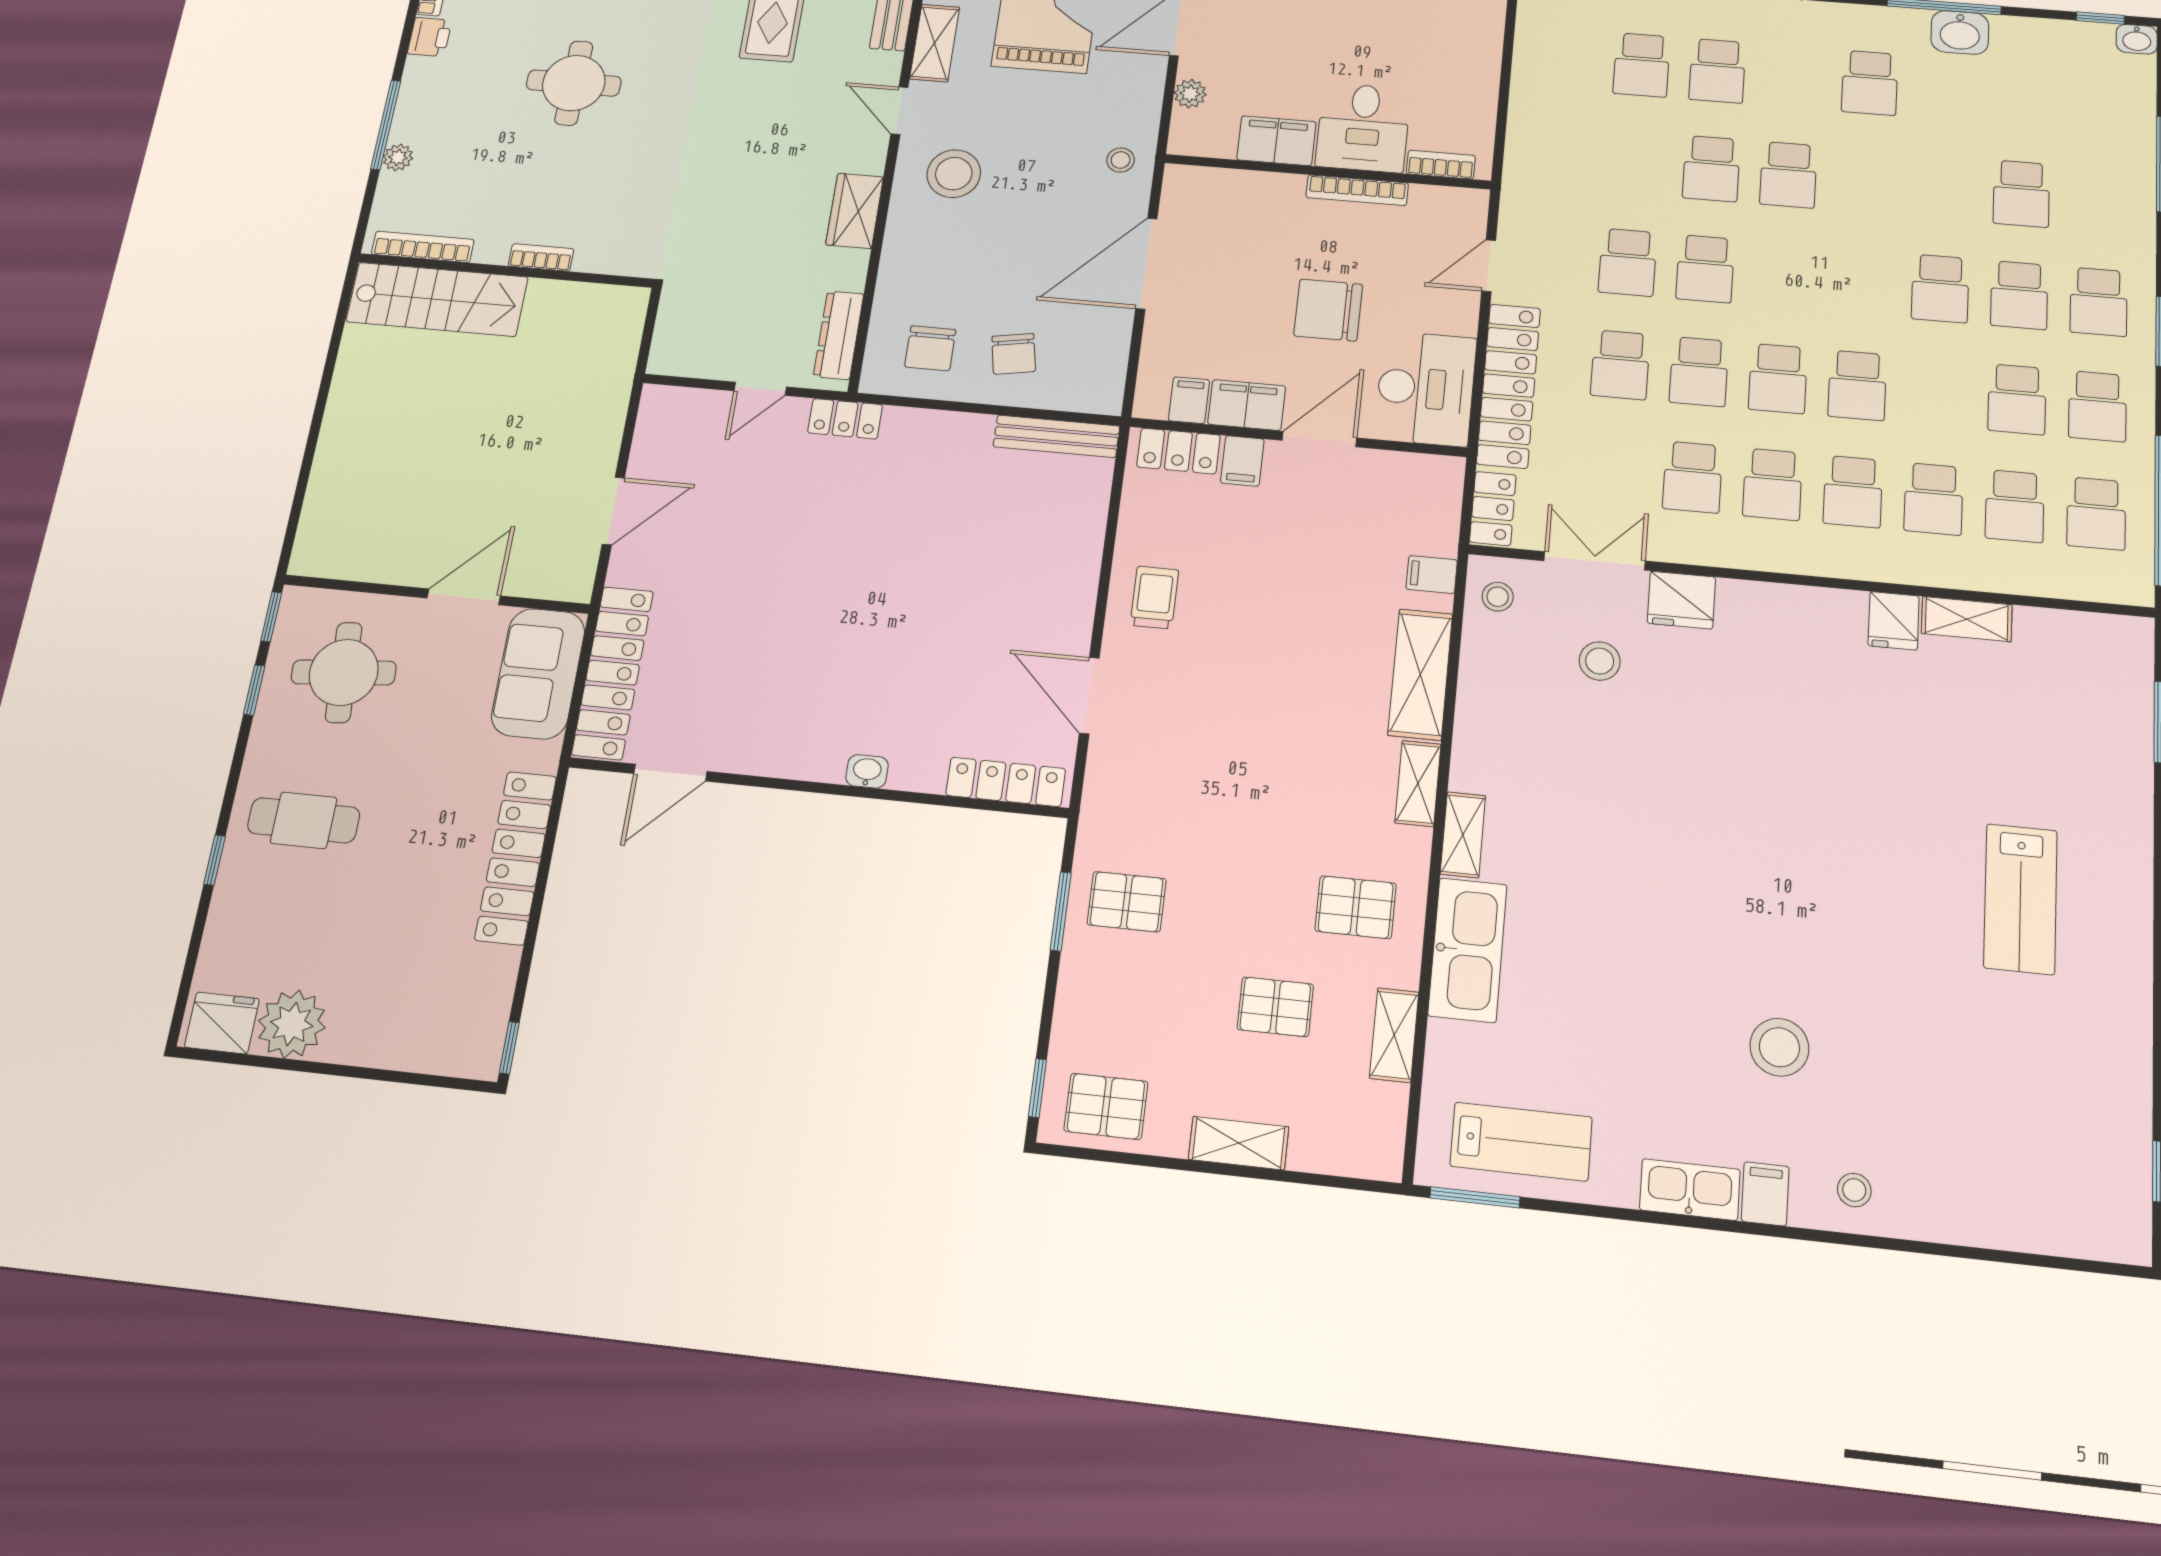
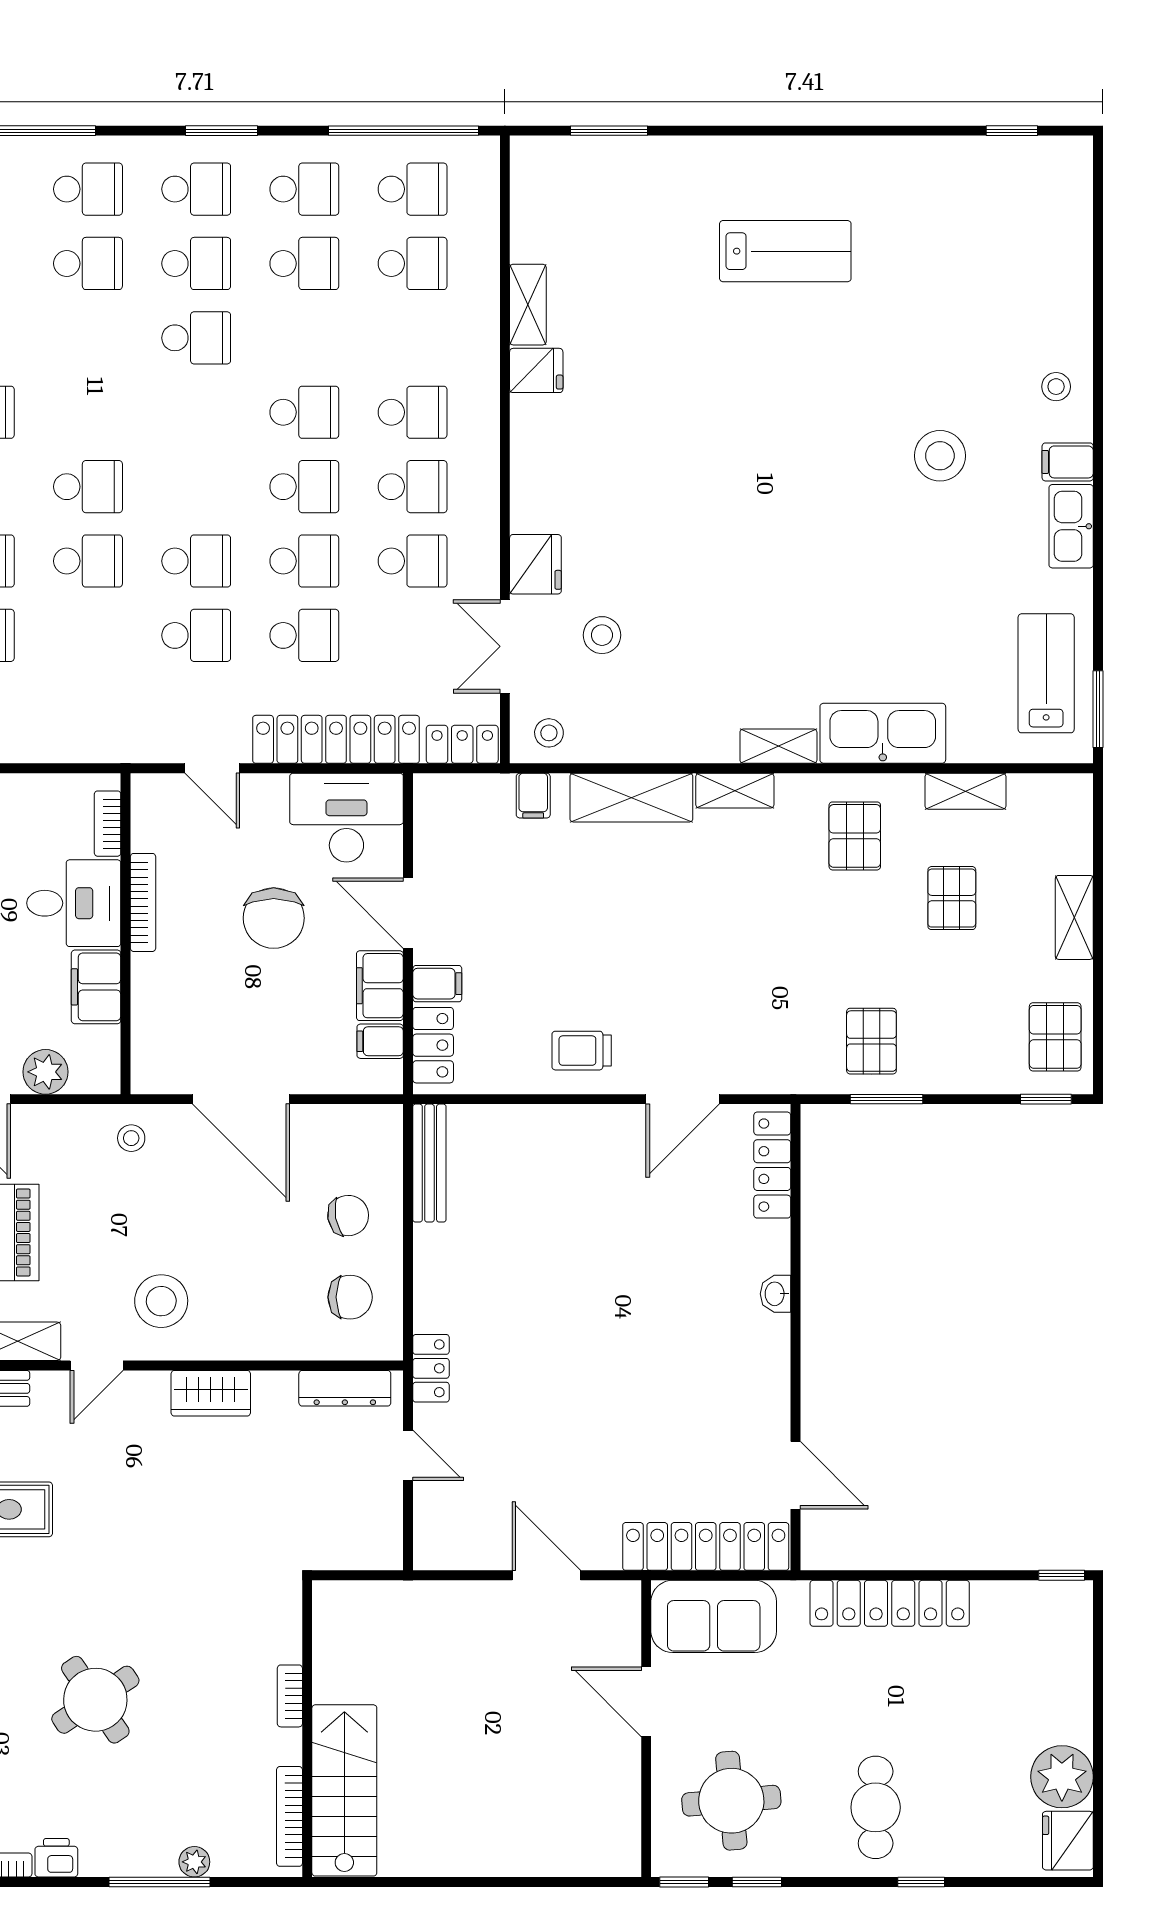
round table: (574, 83) -> (95, 1700), turned -34
plant: (1190, 94) -> (46, 1072), width x1.38, depth x1.38
school desk: (1934, 499) -> (88, 189), moved

